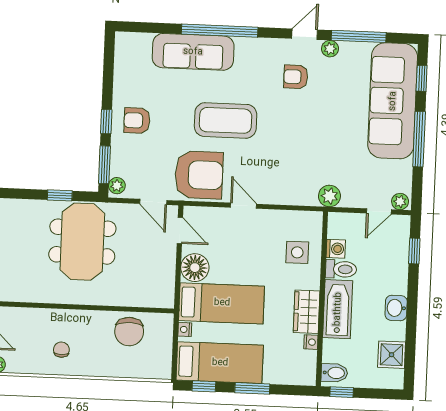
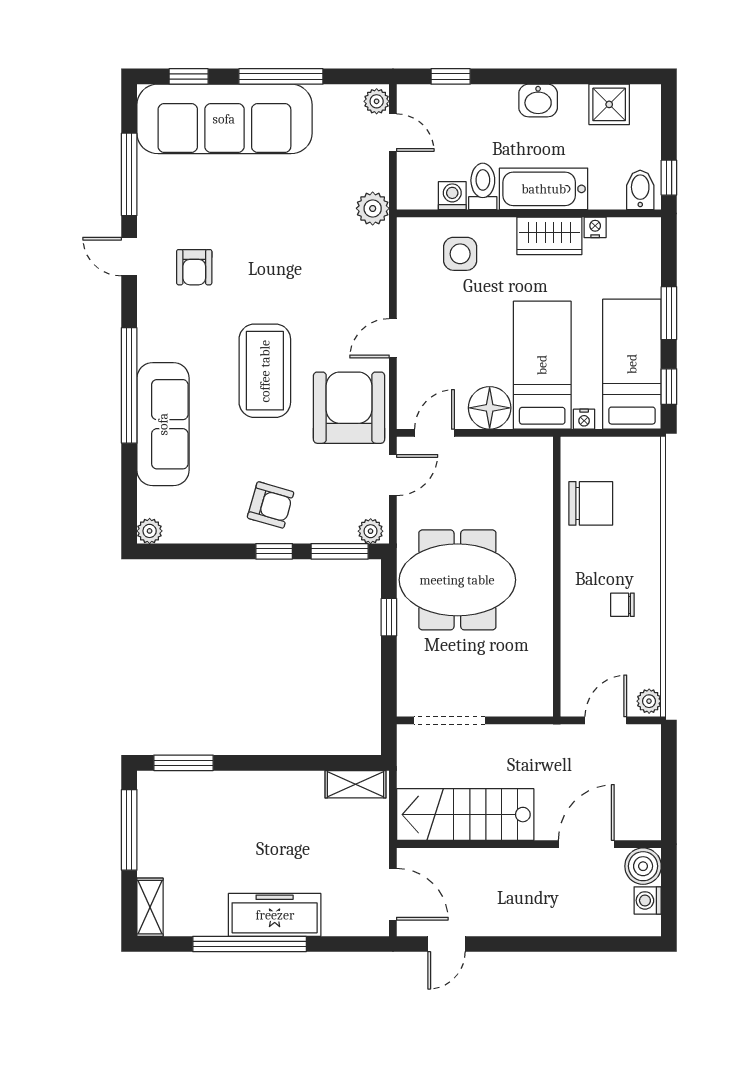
plant: (330, 49) -> (150, 531), moved
armchair: (137, 120) -> (271, 505), turned -74

